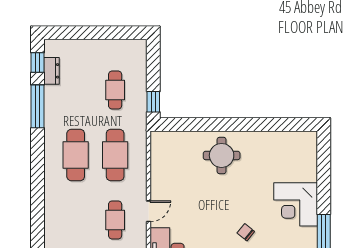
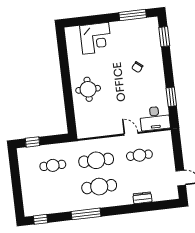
dresser: (52, 71) -> (142, 198), moved
window: (153, 102) -> (32, 142), moved
window: (38, 106) -> (86, 214), moved
corner desk: (296, 204) -> (96, 38), moved

